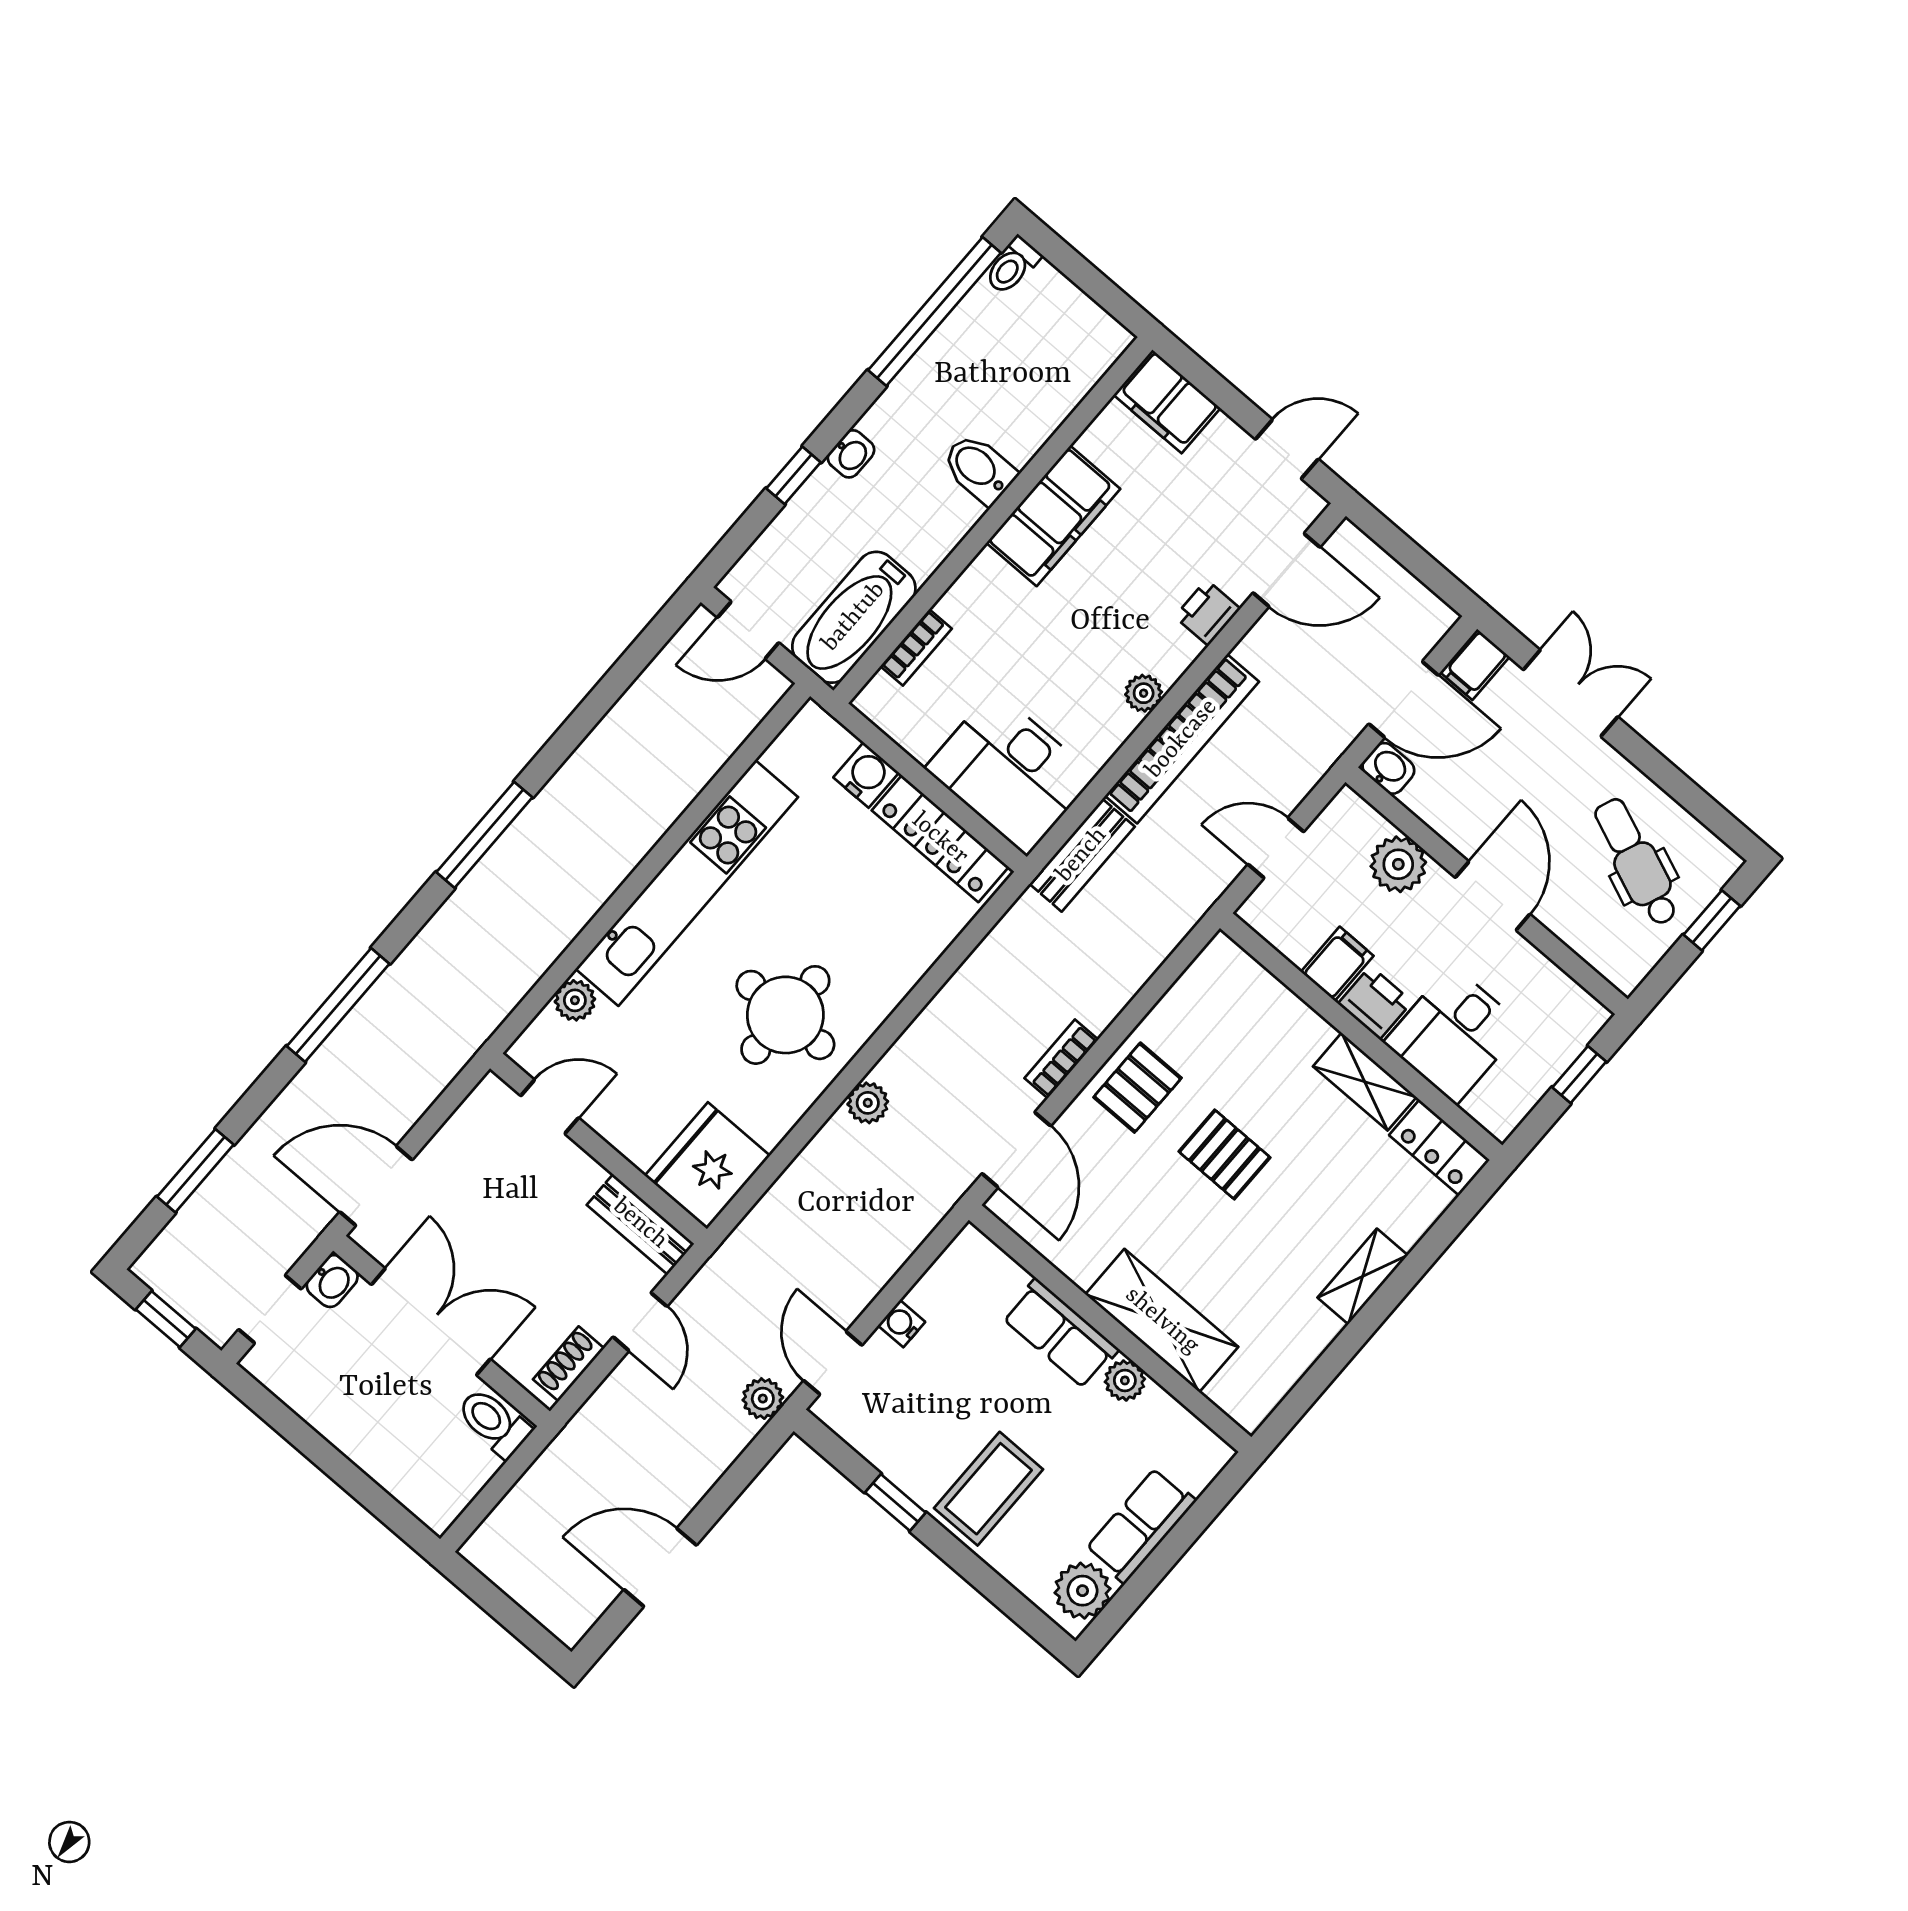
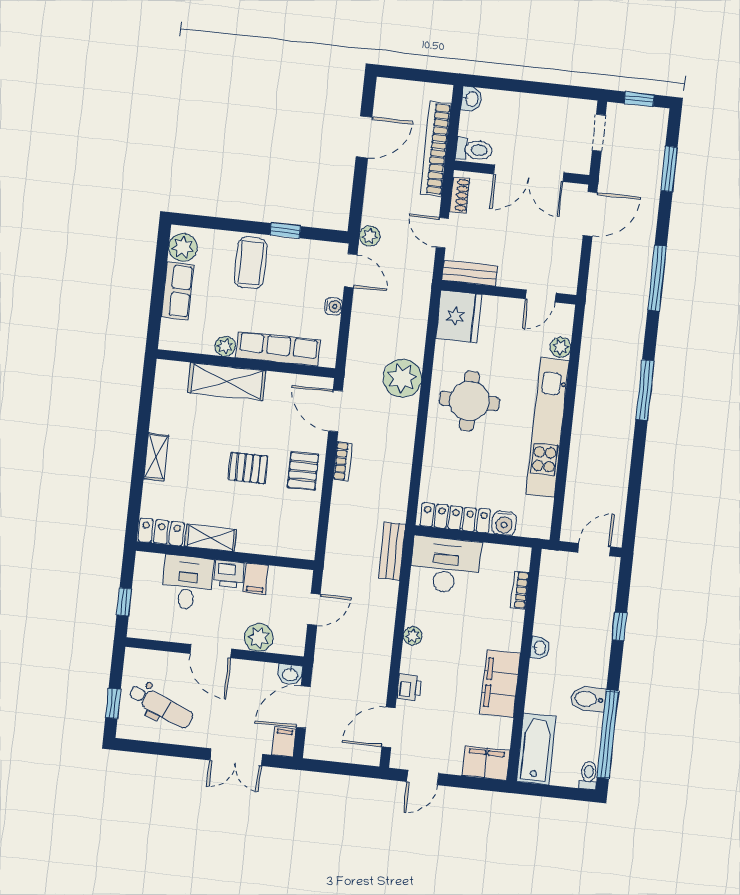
washbasin: (851, 454) -> (540, 648), moved, turned 180
bidet: (979, 469) -> (588, 699), moved, turned 180
bathtub: (854, 617) -> (536, 749), moved
bookcase: (1182, 739) -> (436, 149), moved
plant: (868, 1103) -> (402, 378), width x1.87, depth x1.87
washbasin: (332, 1281) -> (471, 99), moved, turned 180
row of seats: (1060, 1333) -> (278, 349), width x1.48

